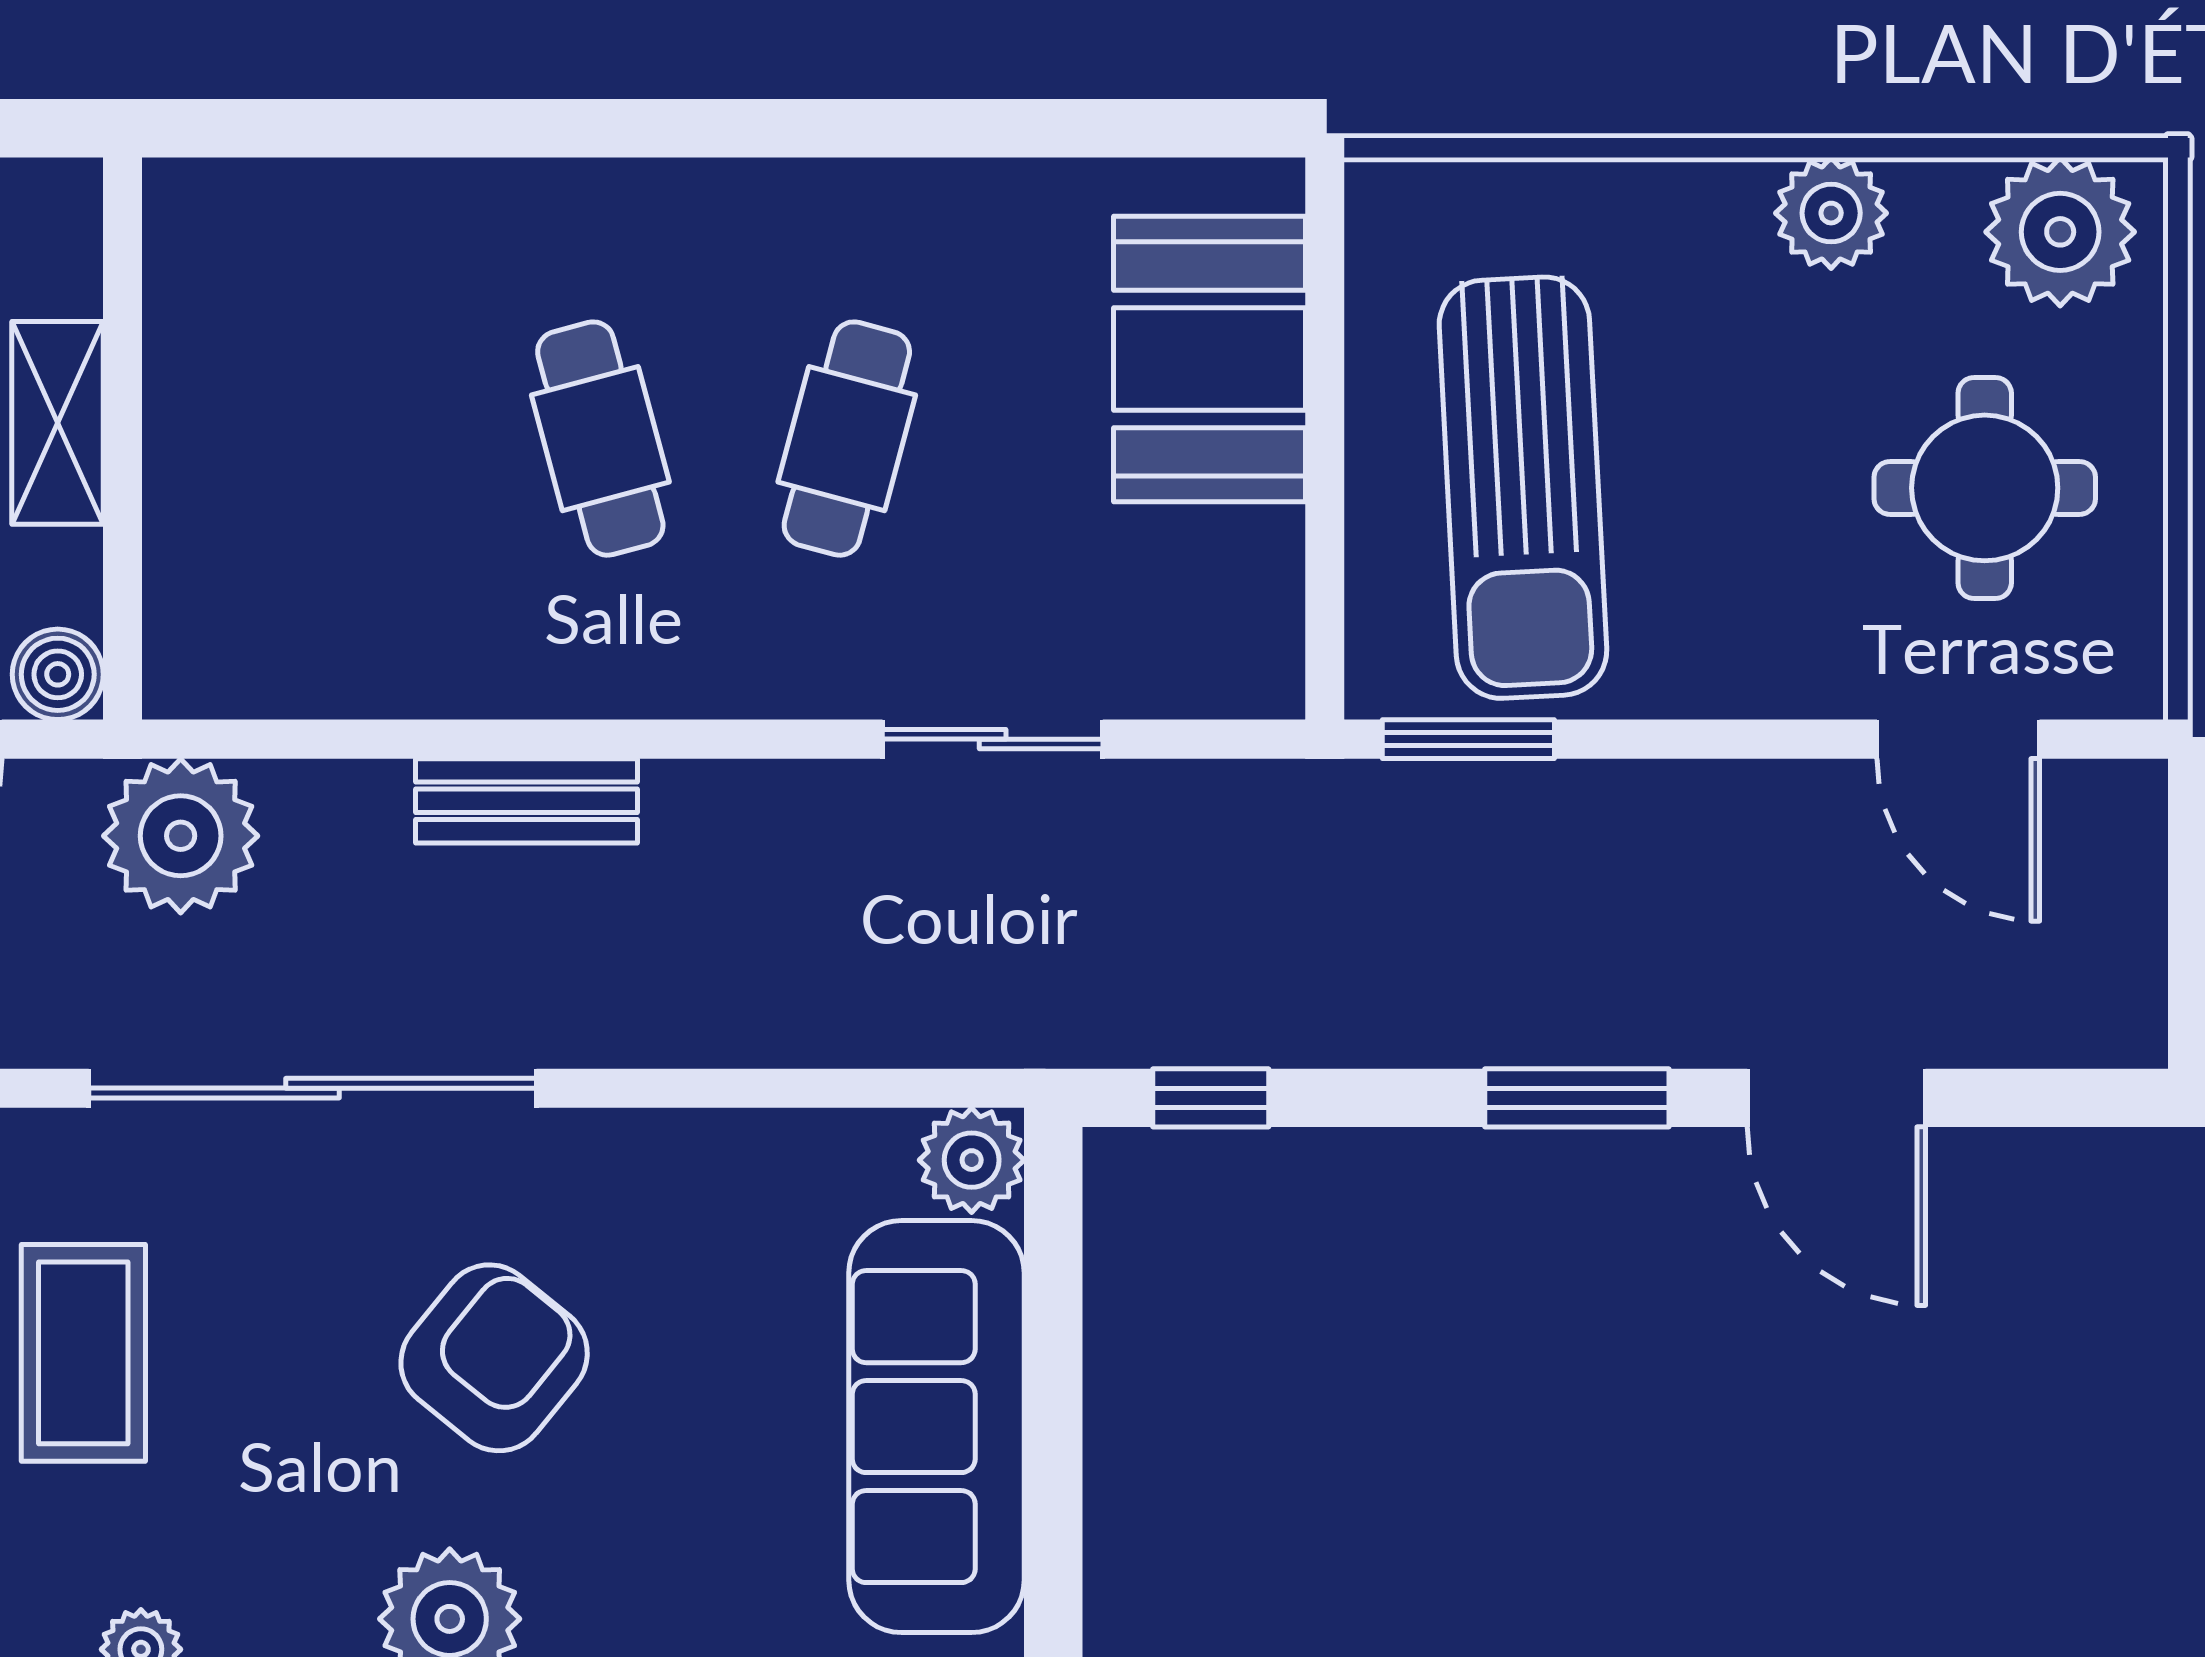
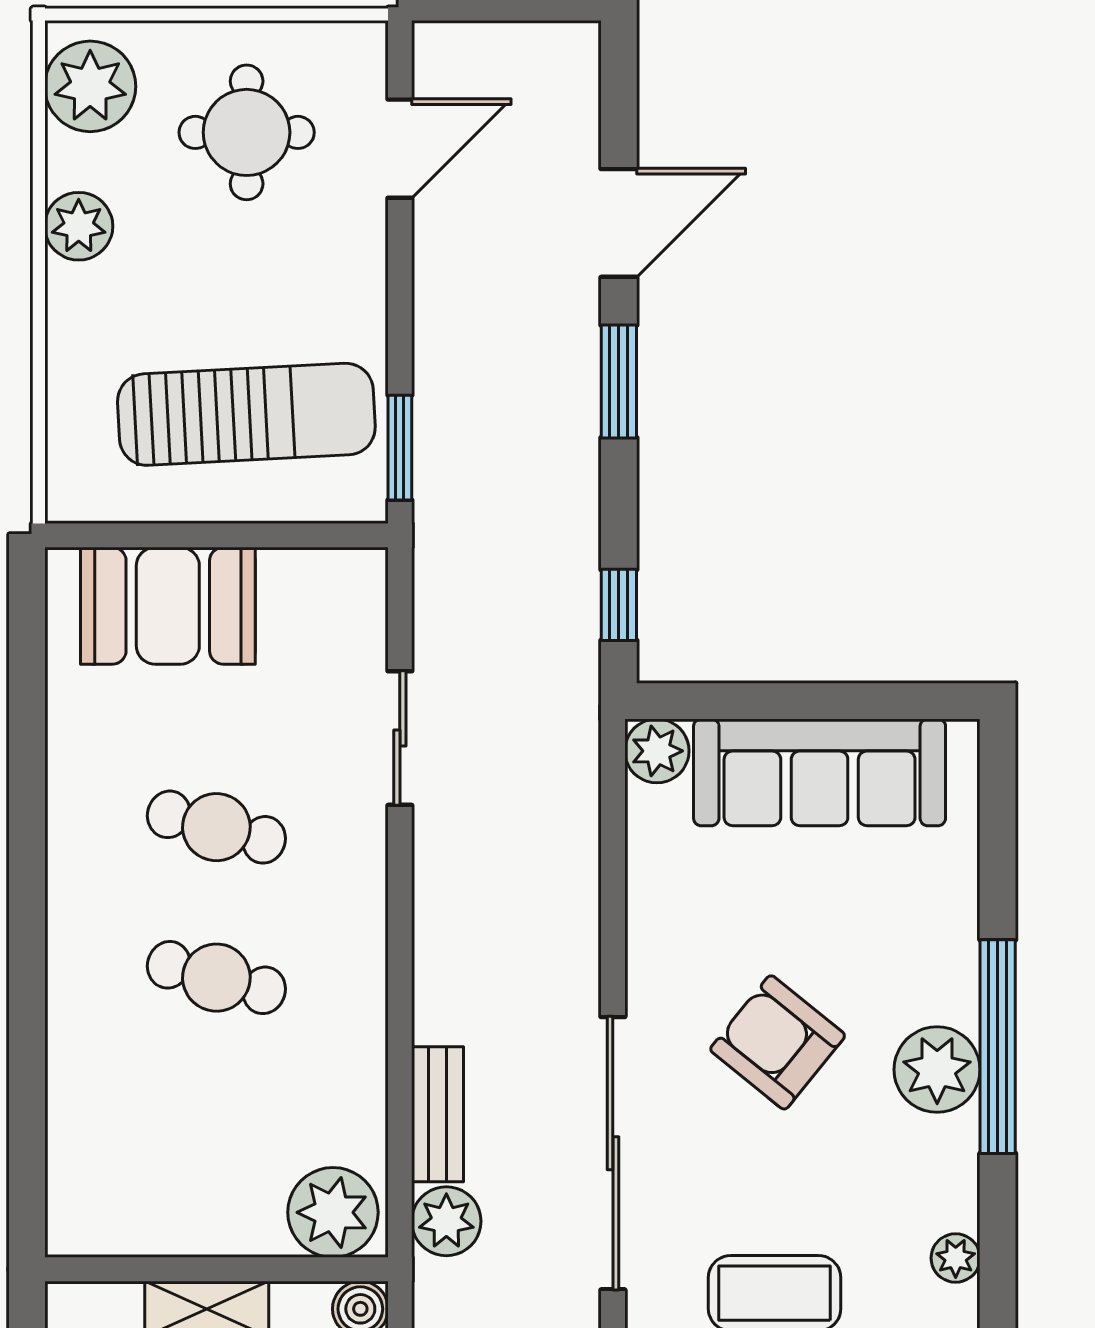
cafe table: (600, 439) -> (216, 978), turned 30
plant: (216, 630) -> (333, 1212), added
bench: (527, 801) -> (438, 1114), moved
plant: (181, 836) -> (446, 1221), width x0.73, depth x0.73

